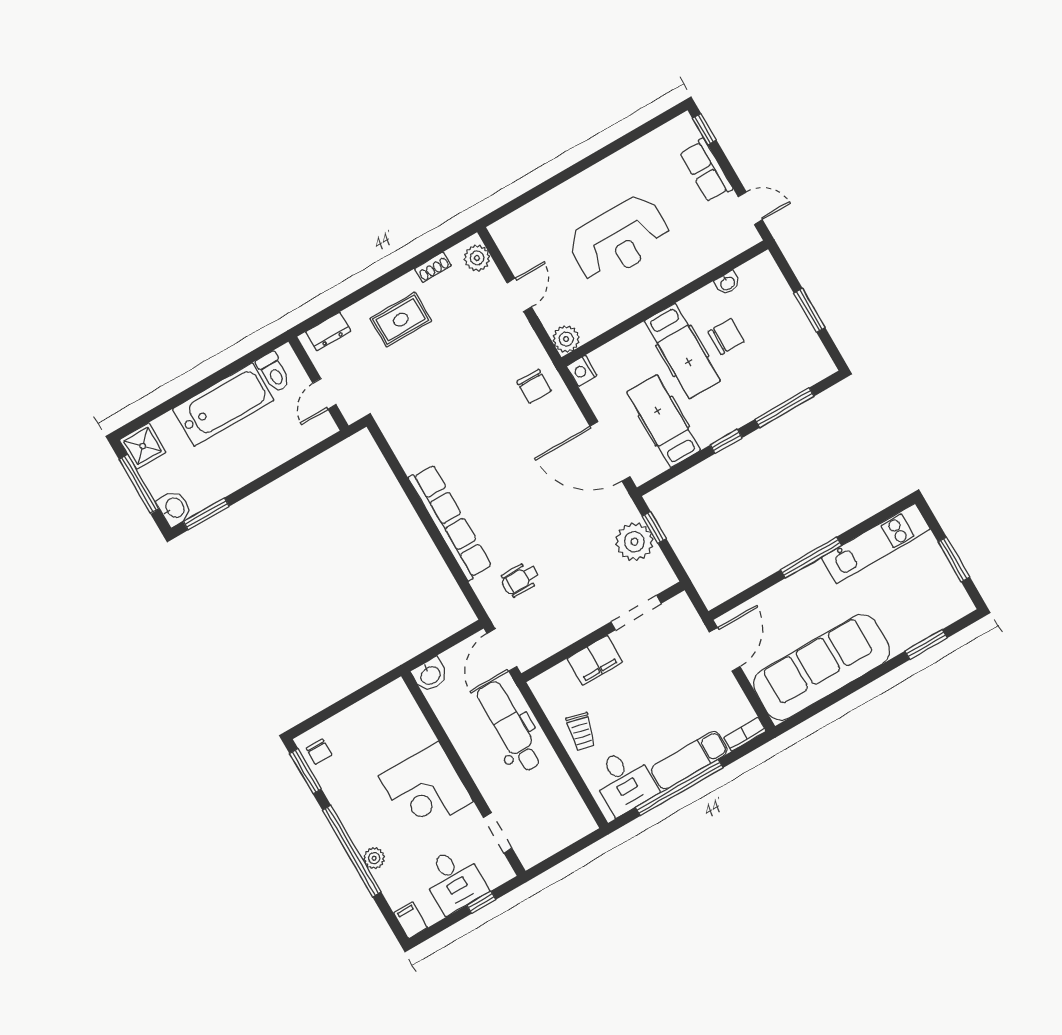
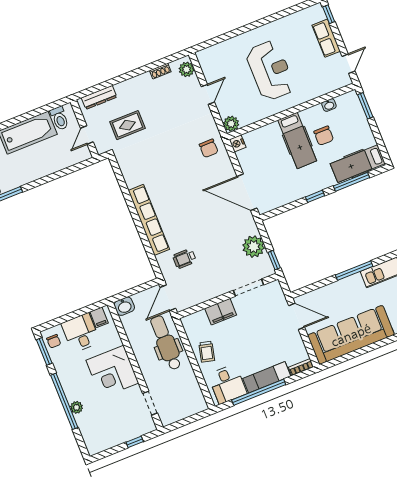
door: (750, 208) -> (348, 64), hinge flipped
reception desk: (619, 239) -> (270, 70), turned -90
window: (809, 310) -> (365, 106), moved
rug: (401, 320) -> (127, 125), moved
dresser: (328, 331) -> (99, 97), width x1.44
chair: (726, 336) -> (324, 136), turned 90
hospital bed: (664, 421) -> (358, 164), moved, turned -90
window: (654, 527) -> (274, 260), moved
door: (725, 649) -> (297, 316), hinge flipped
desk: (454, 880) -> (81, 333), moved, turned 180
filing cabinet: (411, 920) -> (99, 317), moved, turned 180

